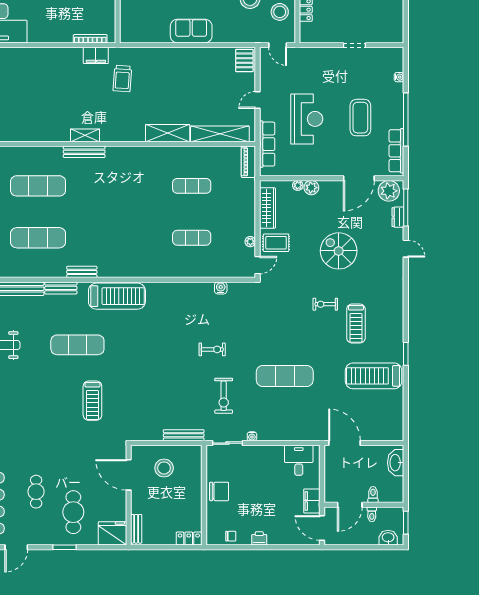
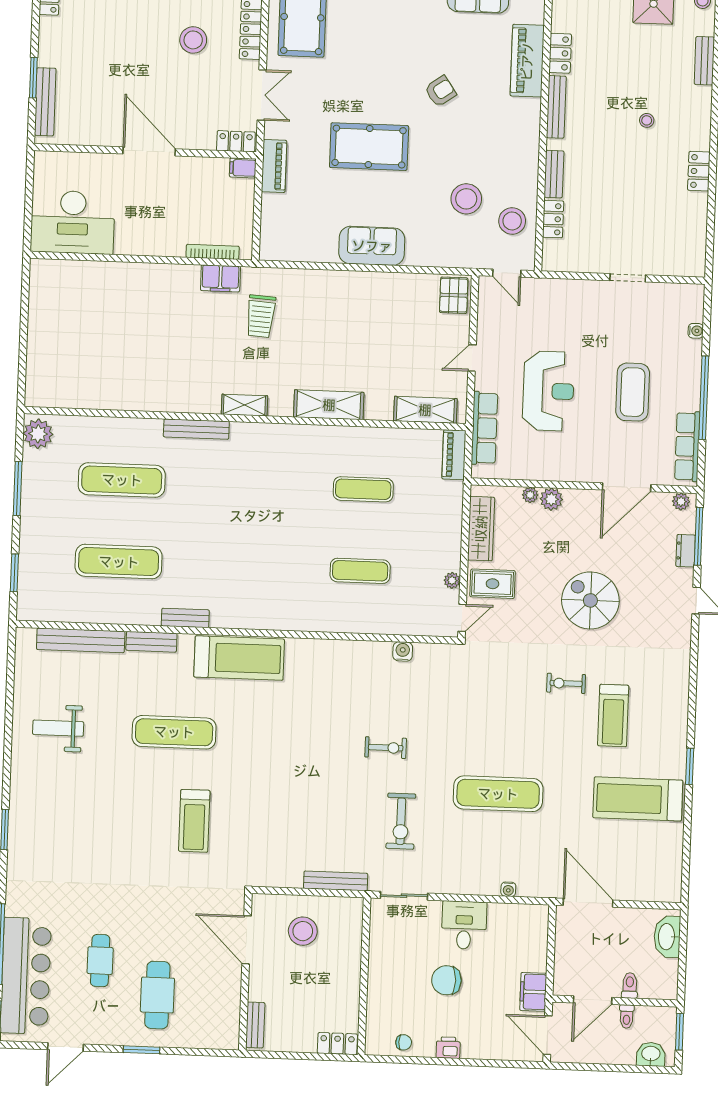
shelving: (220, 134) -> (425, 410), width x0.68
shelving: (85, 135) -> (244, 405), moved
plant: (389, 191) -> (681, 501), width x0.53, depth x0.53
water cooler: (252, 436) -> (508, 889), moved
desk: (299, 460) -> (464, 925), moved
chair: (219, 491) -> (446, 980), moved, turned 180
fridge: (113, 533) -> (218, 1031), removed

